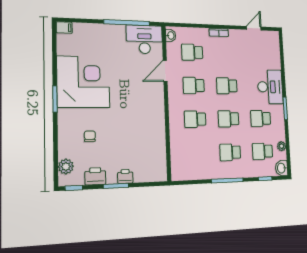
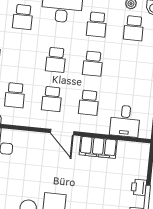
door: (165, 71) -> (62, 132), moved
filing cabinet: (157, 133) -> (98, 147), added
school desk: (230, 152) -> (23, 17), moved
desk: (184, 155) -> (125, 121), added

